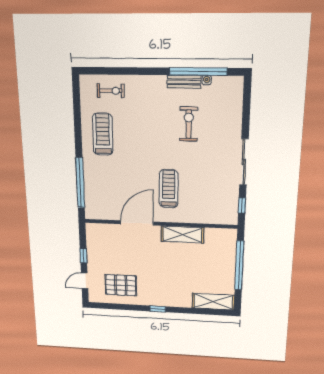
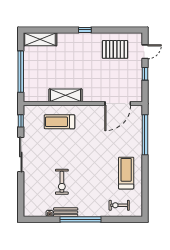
window: (198, 72) -> (81, 219), moved
treadmill: (103, 134) -> (126, 173), turned 180
treadmill: (169, 189) -> (59, 122), moved, turned 90
door: (137, 223) -> (118, 104), moved

